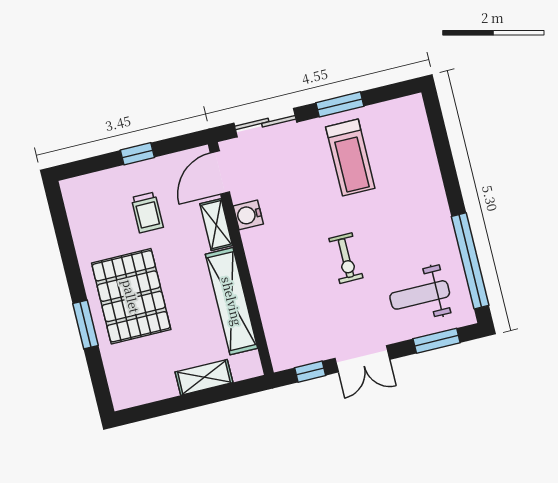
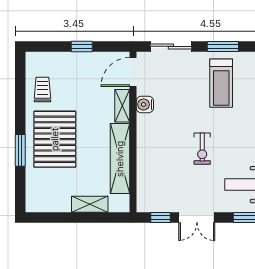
trolley: (147, 212) -> (42, 89), moved, turned 180

